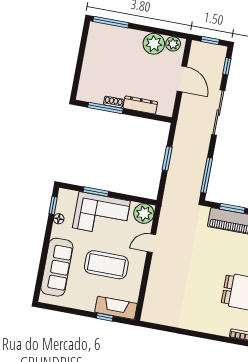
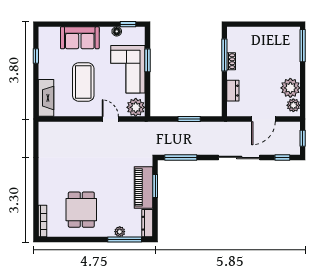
dresser: (140, 105) -> (233, 91), width x0.70
sofa: (57, 267) -> (80, 38), width x0.73
window: (105, 317) -> (36, 56), moved

